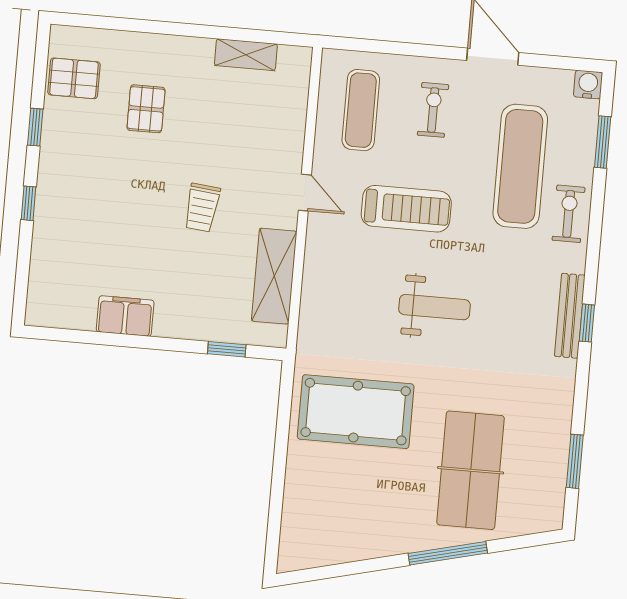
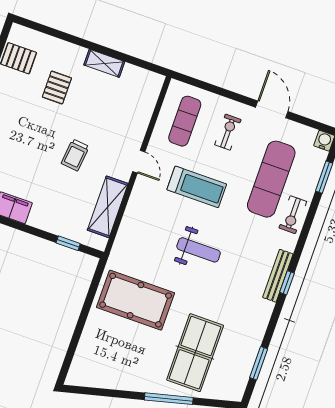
shelving: (246, 55) -> (104, 63), moved
exercise bike: (569, 214) -> (293, 215), turned 180

